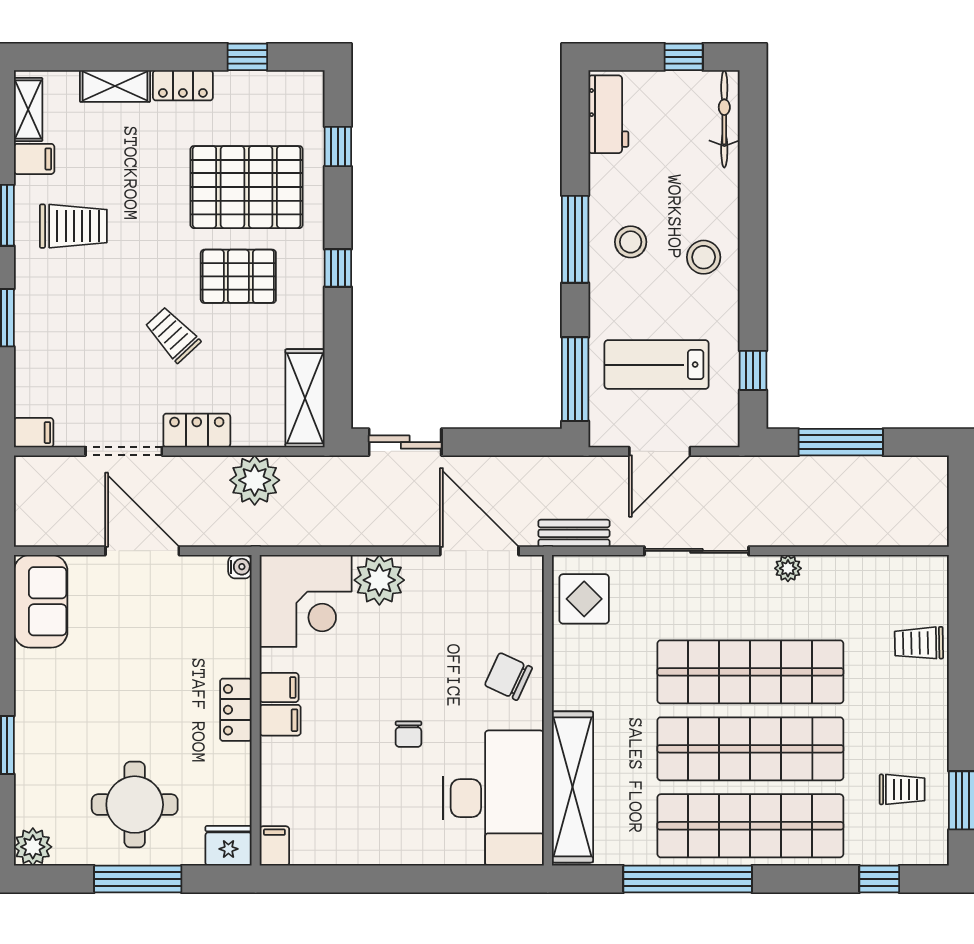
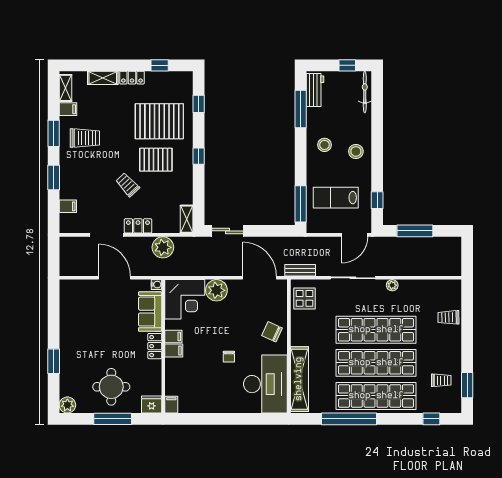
window: (575, 239) -> (301, 109), moved
shelving: (305, 398) -> (187, 219), width x0.67, depth x0.75
filing cabinet: (34, 433) -> (68, 206), moved
door: (660, 451) -> (355, 235), moved
sofa: (41, 601) -> (150, 312), moved, turned 180

